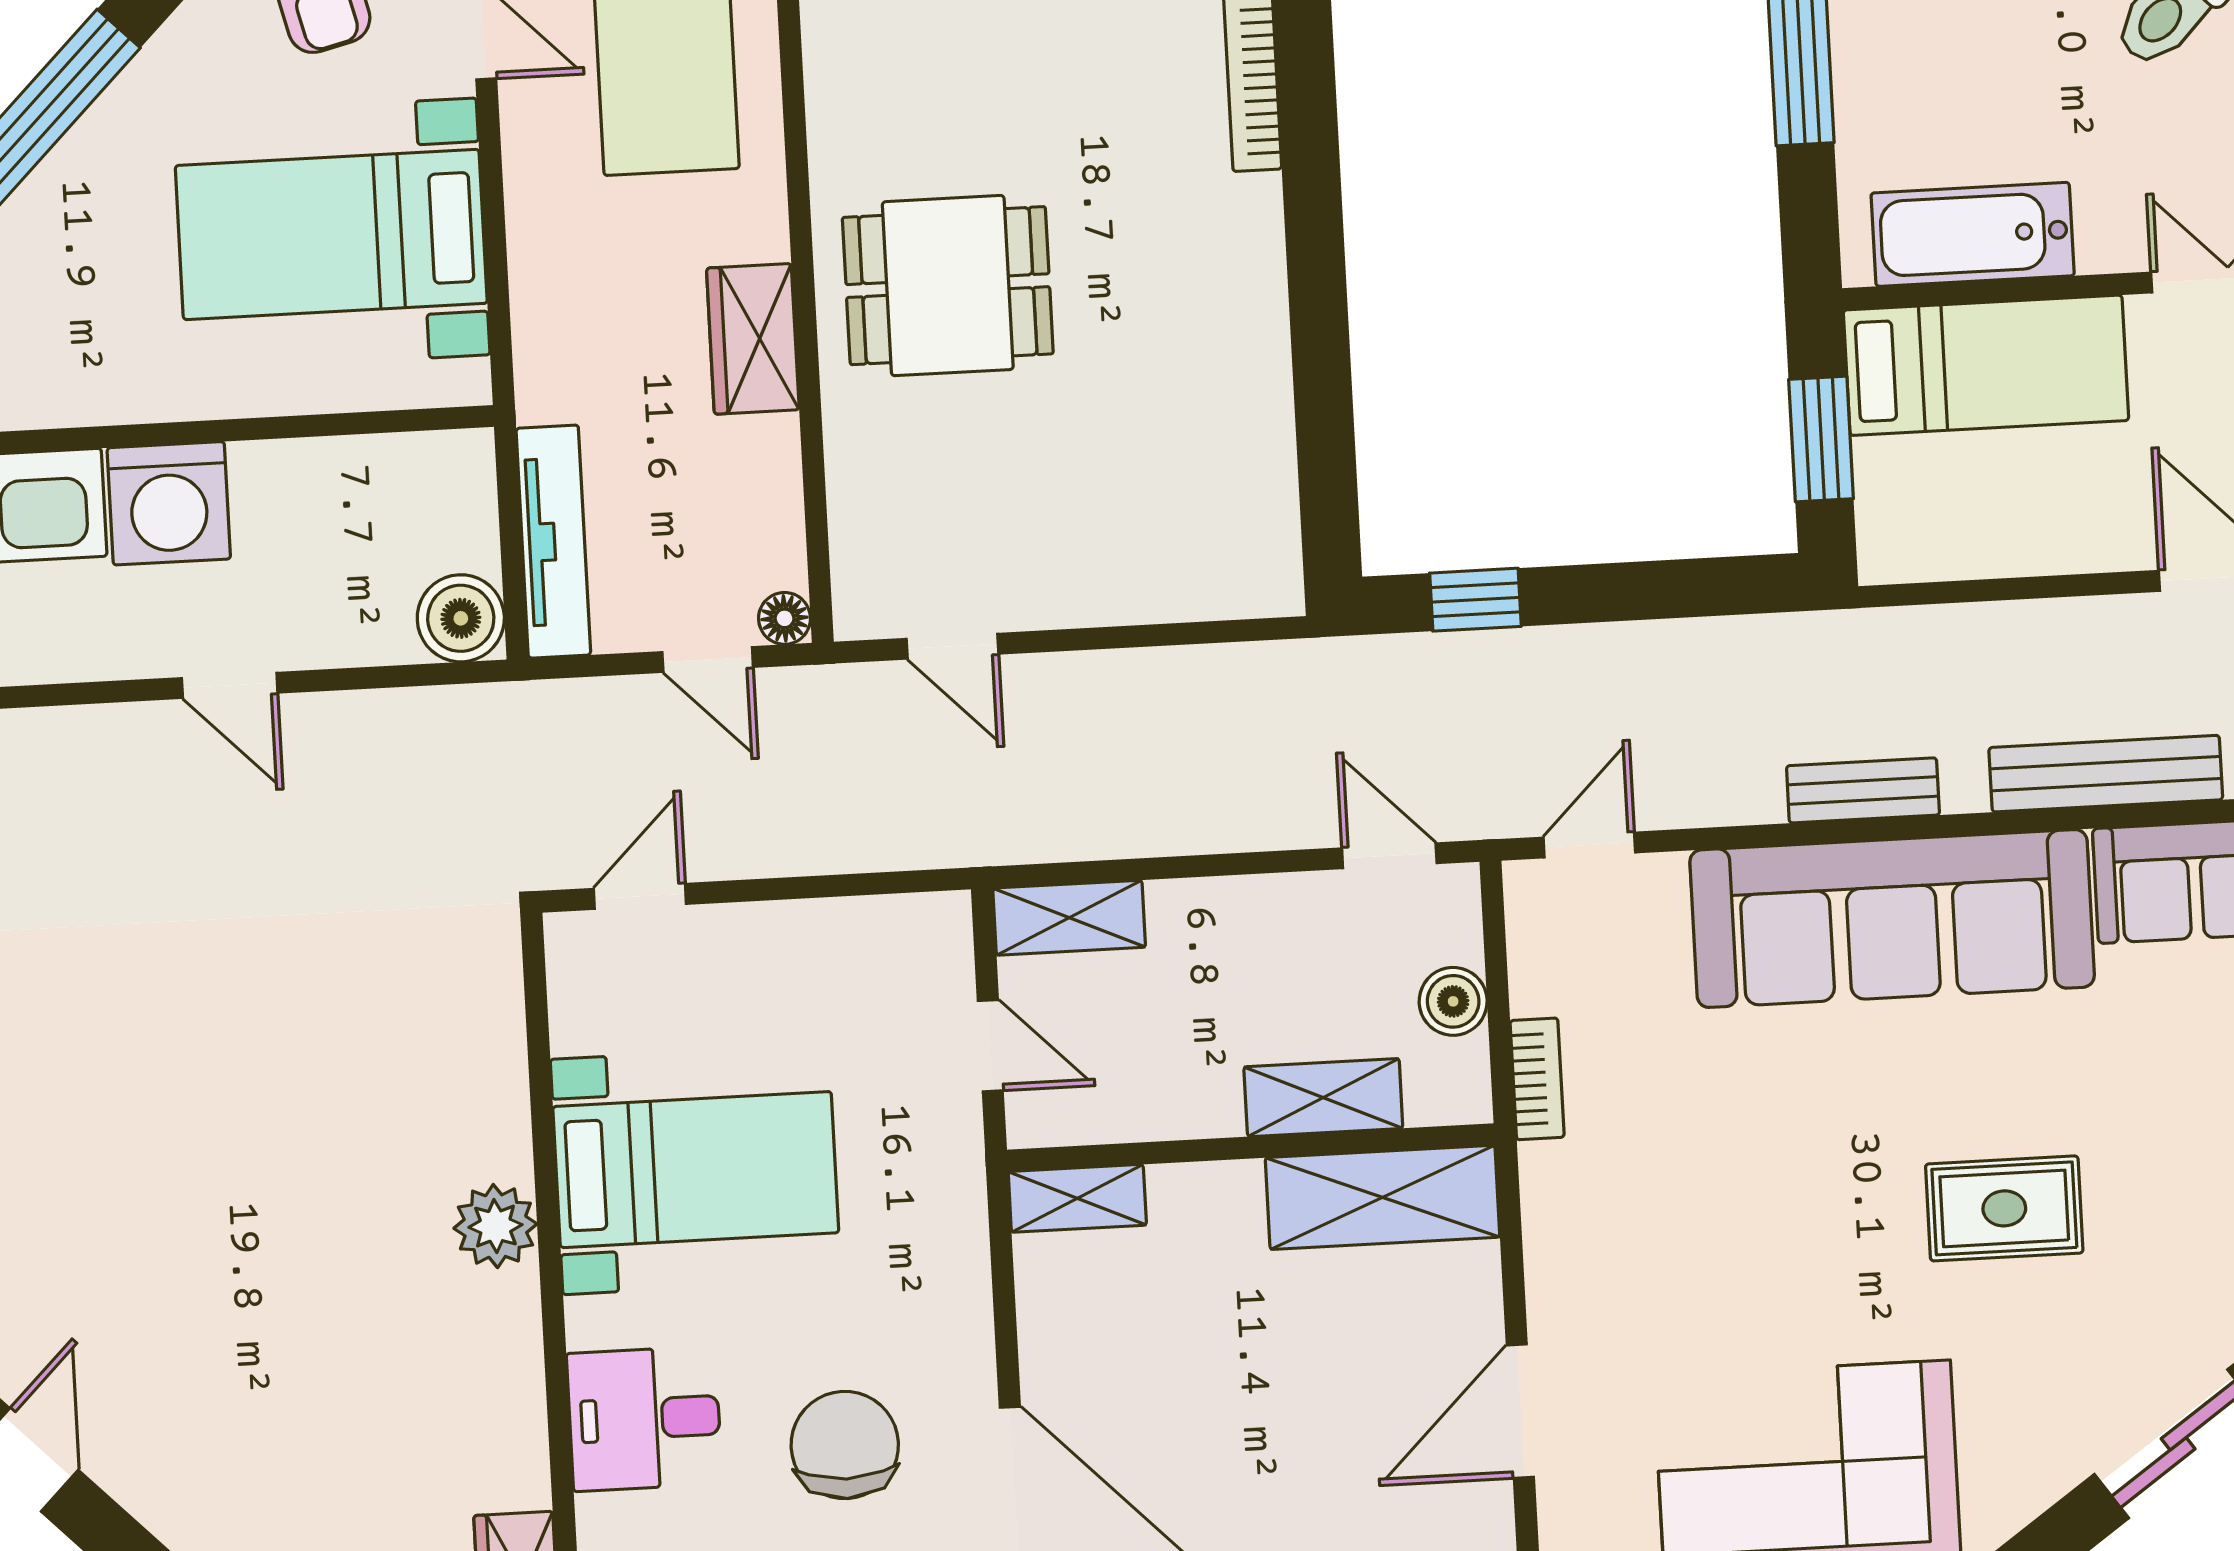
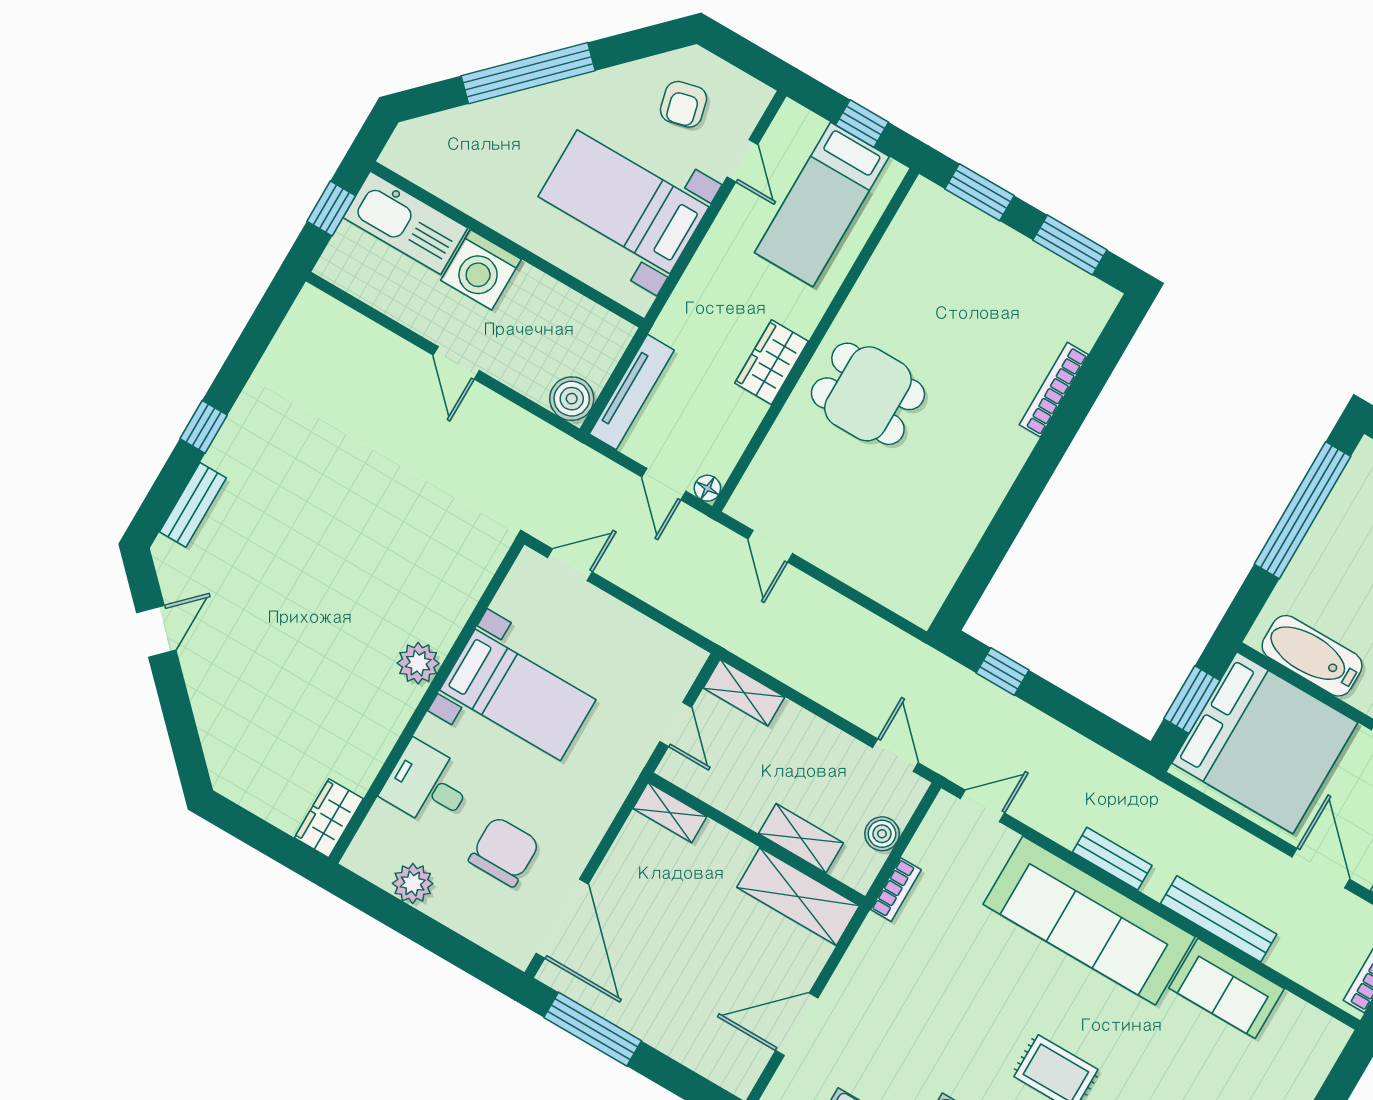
bed: (1986, 365) -> (1265, 743), width x2.04

